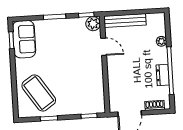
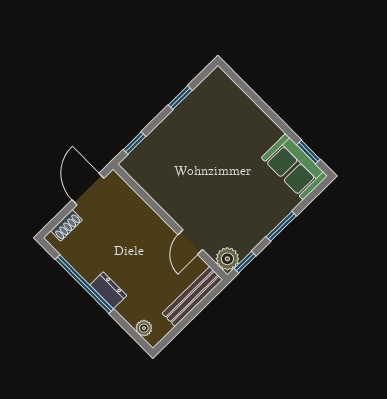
plant: (161, 41) -> (144, 328), moved
door: (104, 47) -> (190, 242), hinge flipped
dresser: (163, 75) -> (108, 290), moved
coffee table: (39, 93) -> (220, 117), removed

